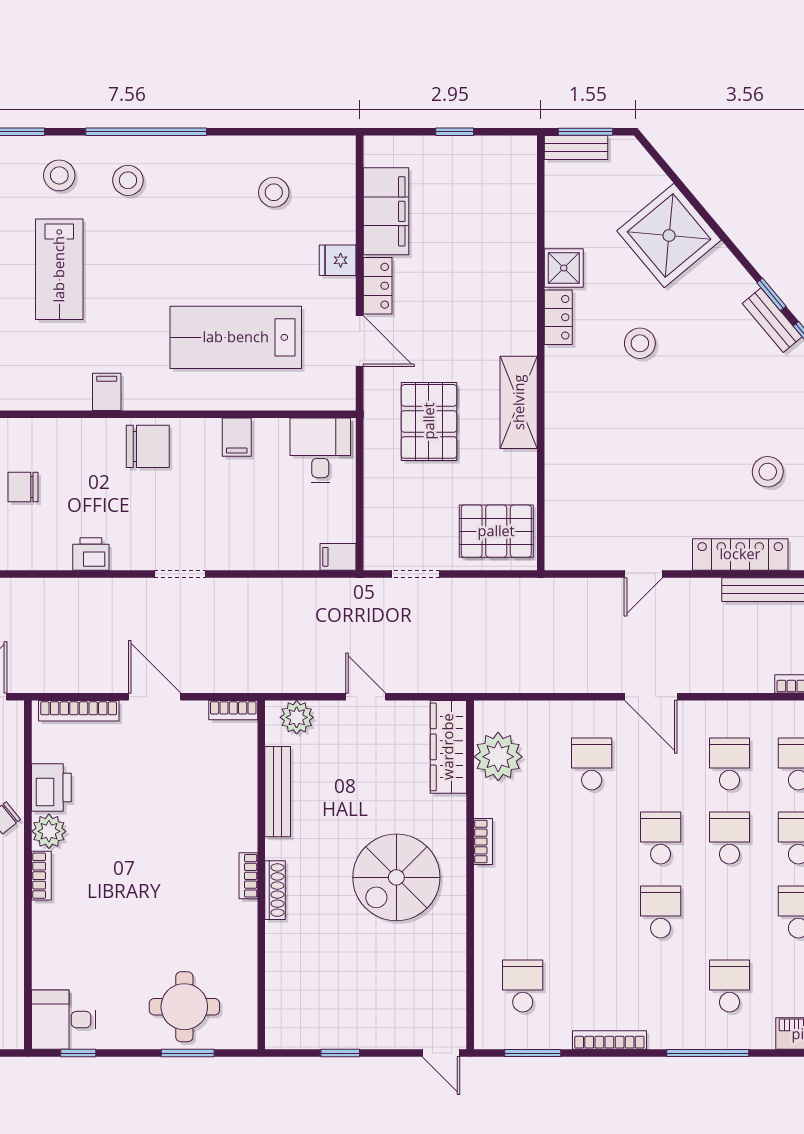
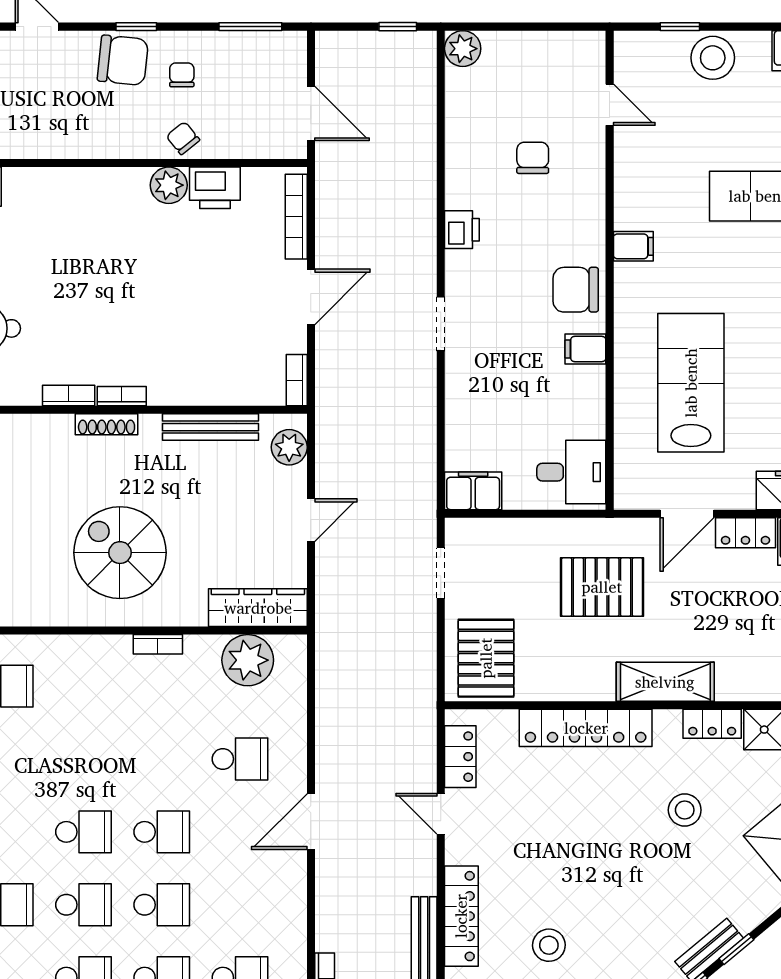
shelving: (519, 402) -> (665, 682), moved
filing cabinet: (237, 437) -> (585, 349), moved
locker: (562, 437) -> (586, 728), added
chair: (148, 446) -> (576, 290), turned 90
locker: (589, 555) -> (460, 757), added
filing cabinet: (338, 557) -> (473, 491), width x2.00
school desk: (729, 764) -> (83, 905), moved
bookcase: (41, 876) -> (69, 395), moved, turned 180

